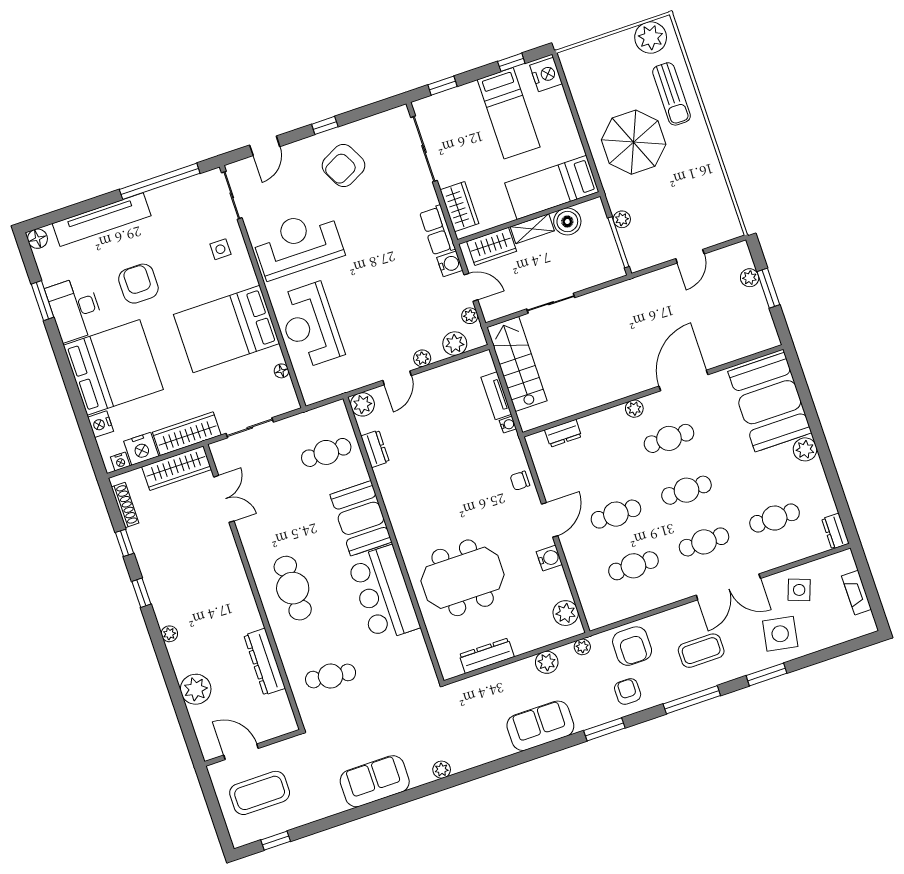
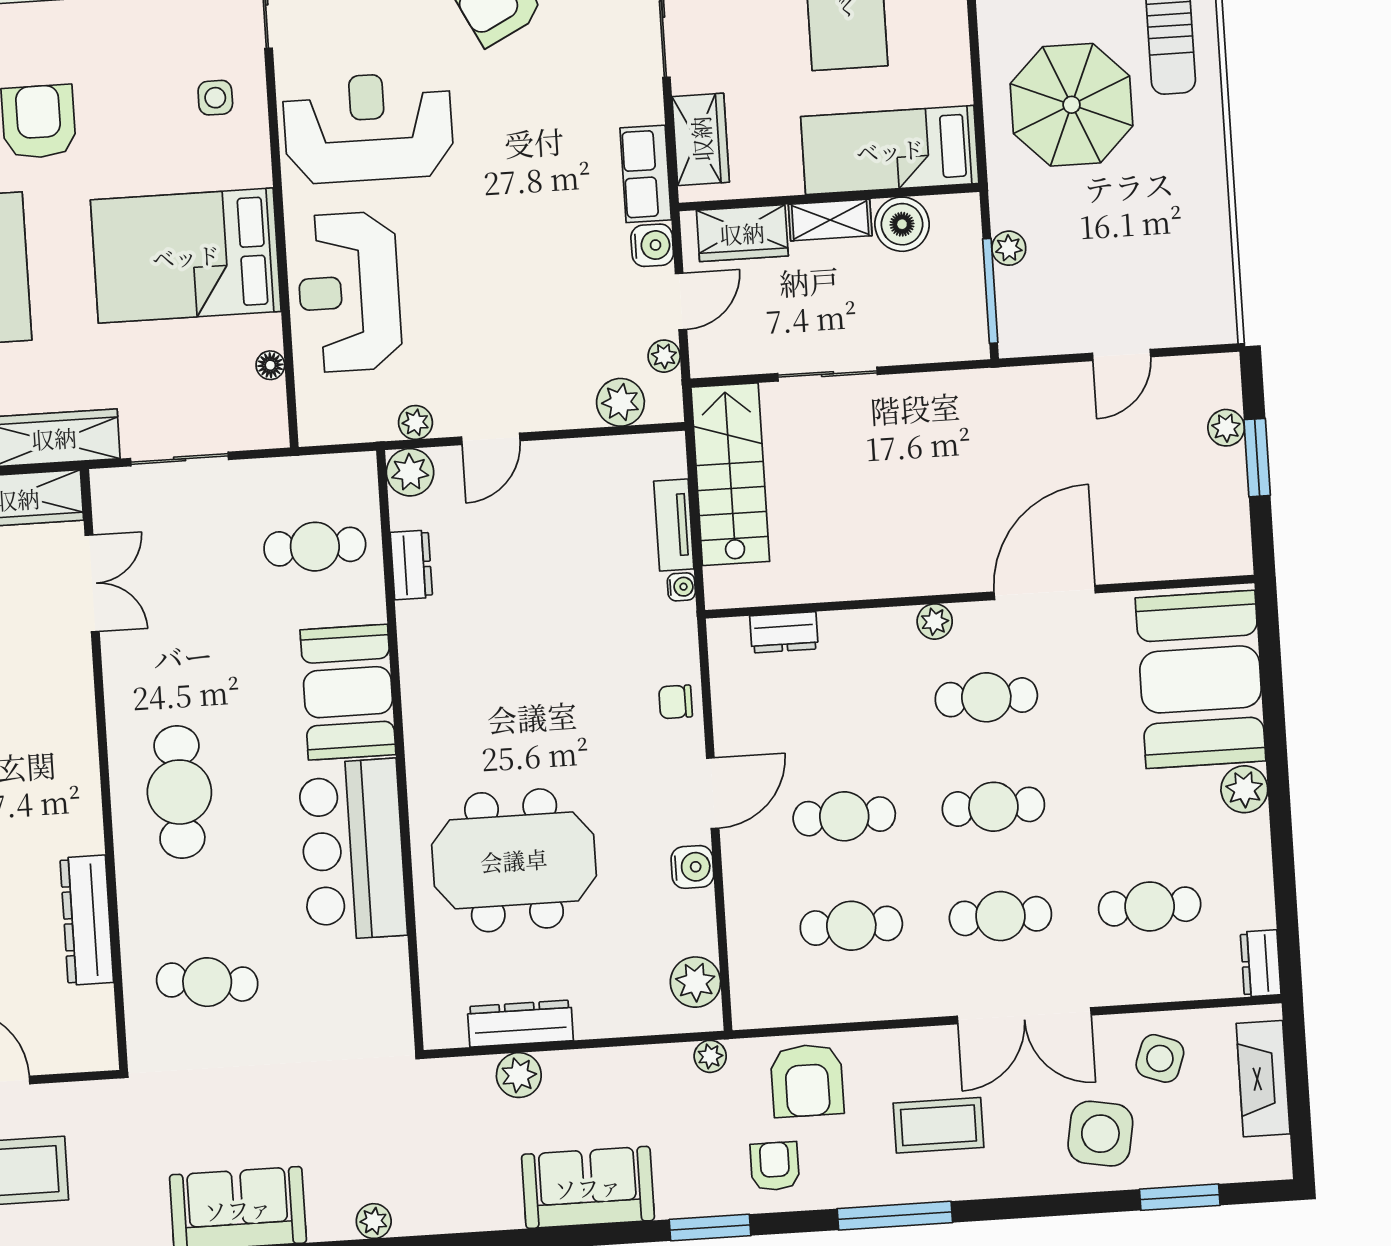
door: (471, 287) -> (681, 302), hinge flipped
plant: (422, 358) -> (415, 422), moved
fireplace: (857, 593) -> (1263, 1079), width x1.37, depth x1.32
plant: (547, 662) -> (519, 1075), moved
window: (766, 674) -> (1180, 1197), moved

